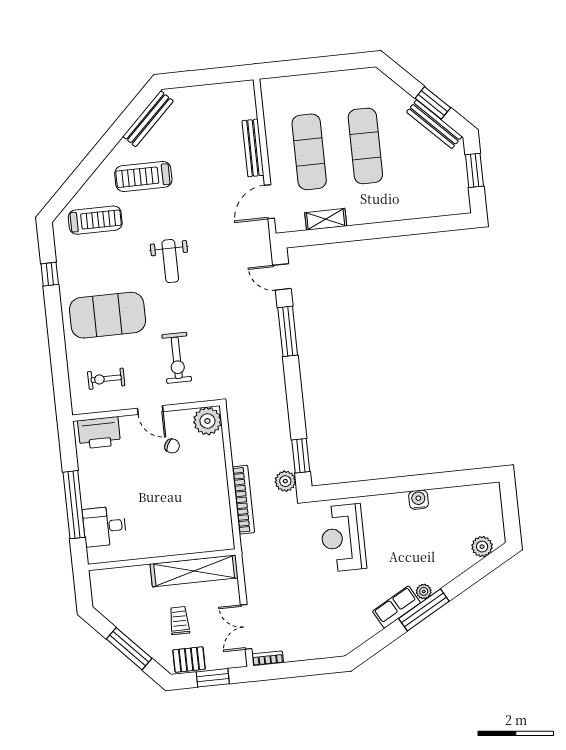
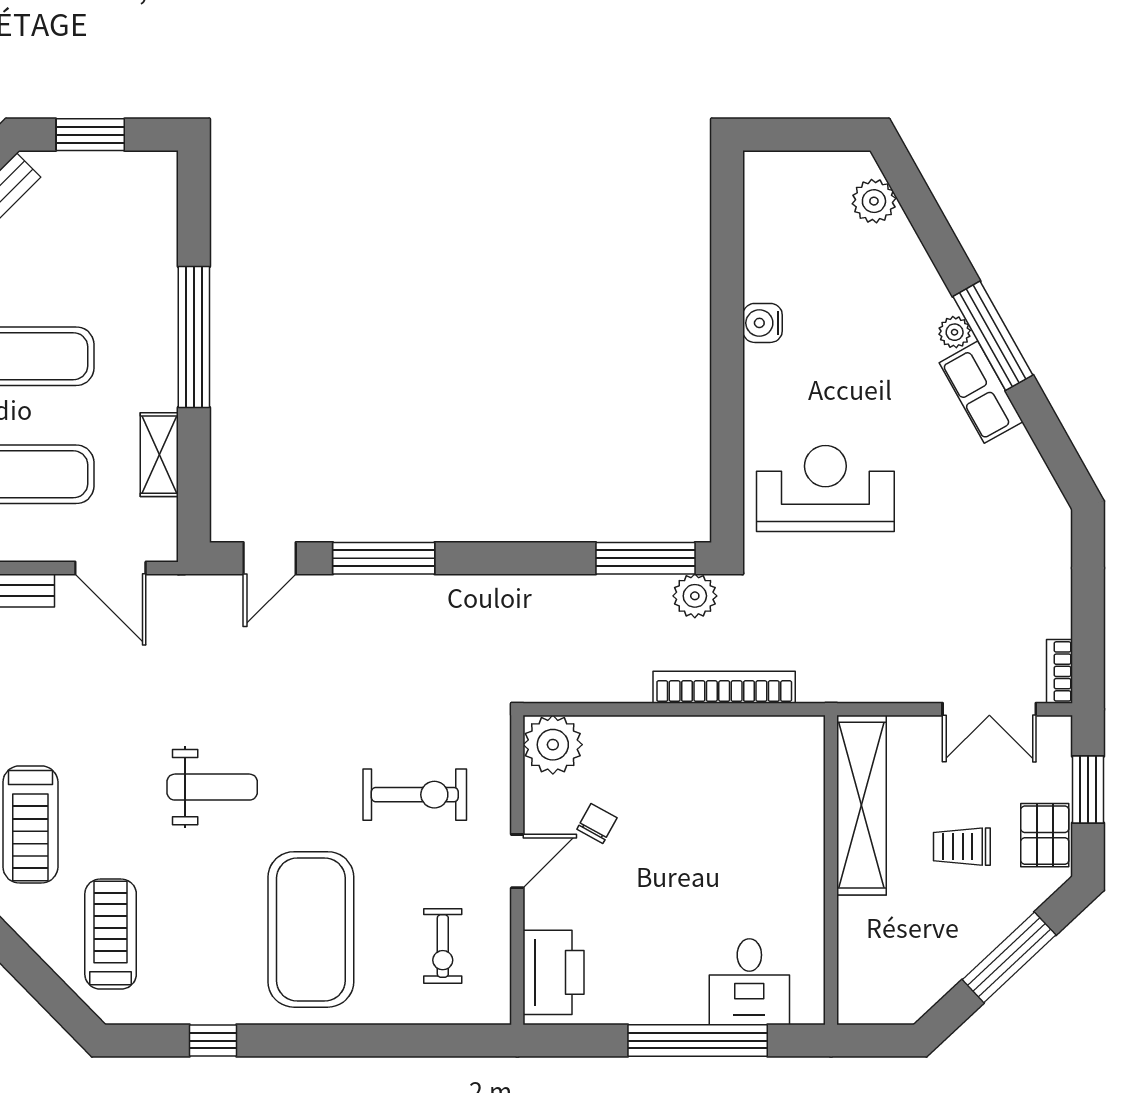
window: (383, 230) -> (194, 337), added
window: (301, 456) -> (645, 558), width x1.44
reception desk: (343, 538) -> (825, 489), turned 180

